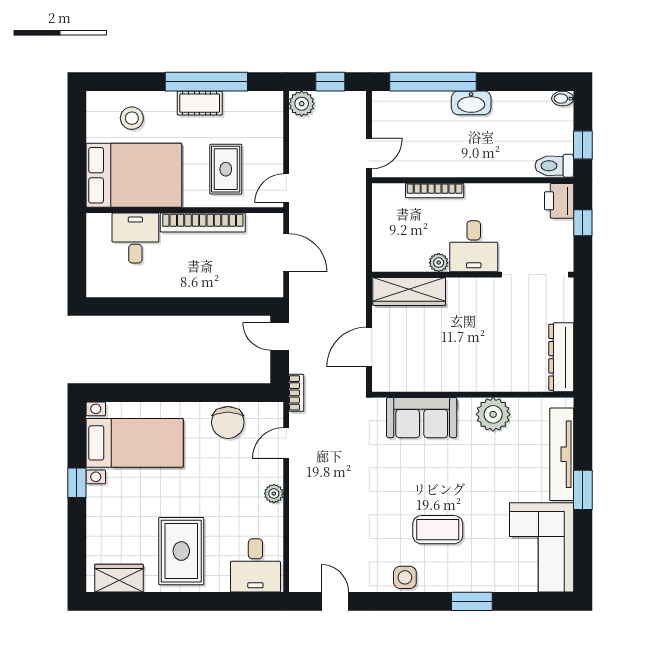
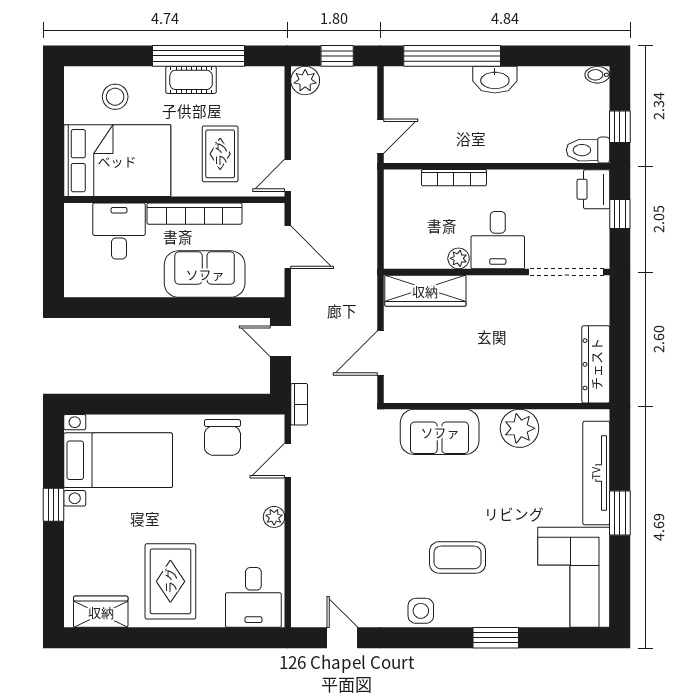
sofa: (212, 277) -> (205, 274), added

